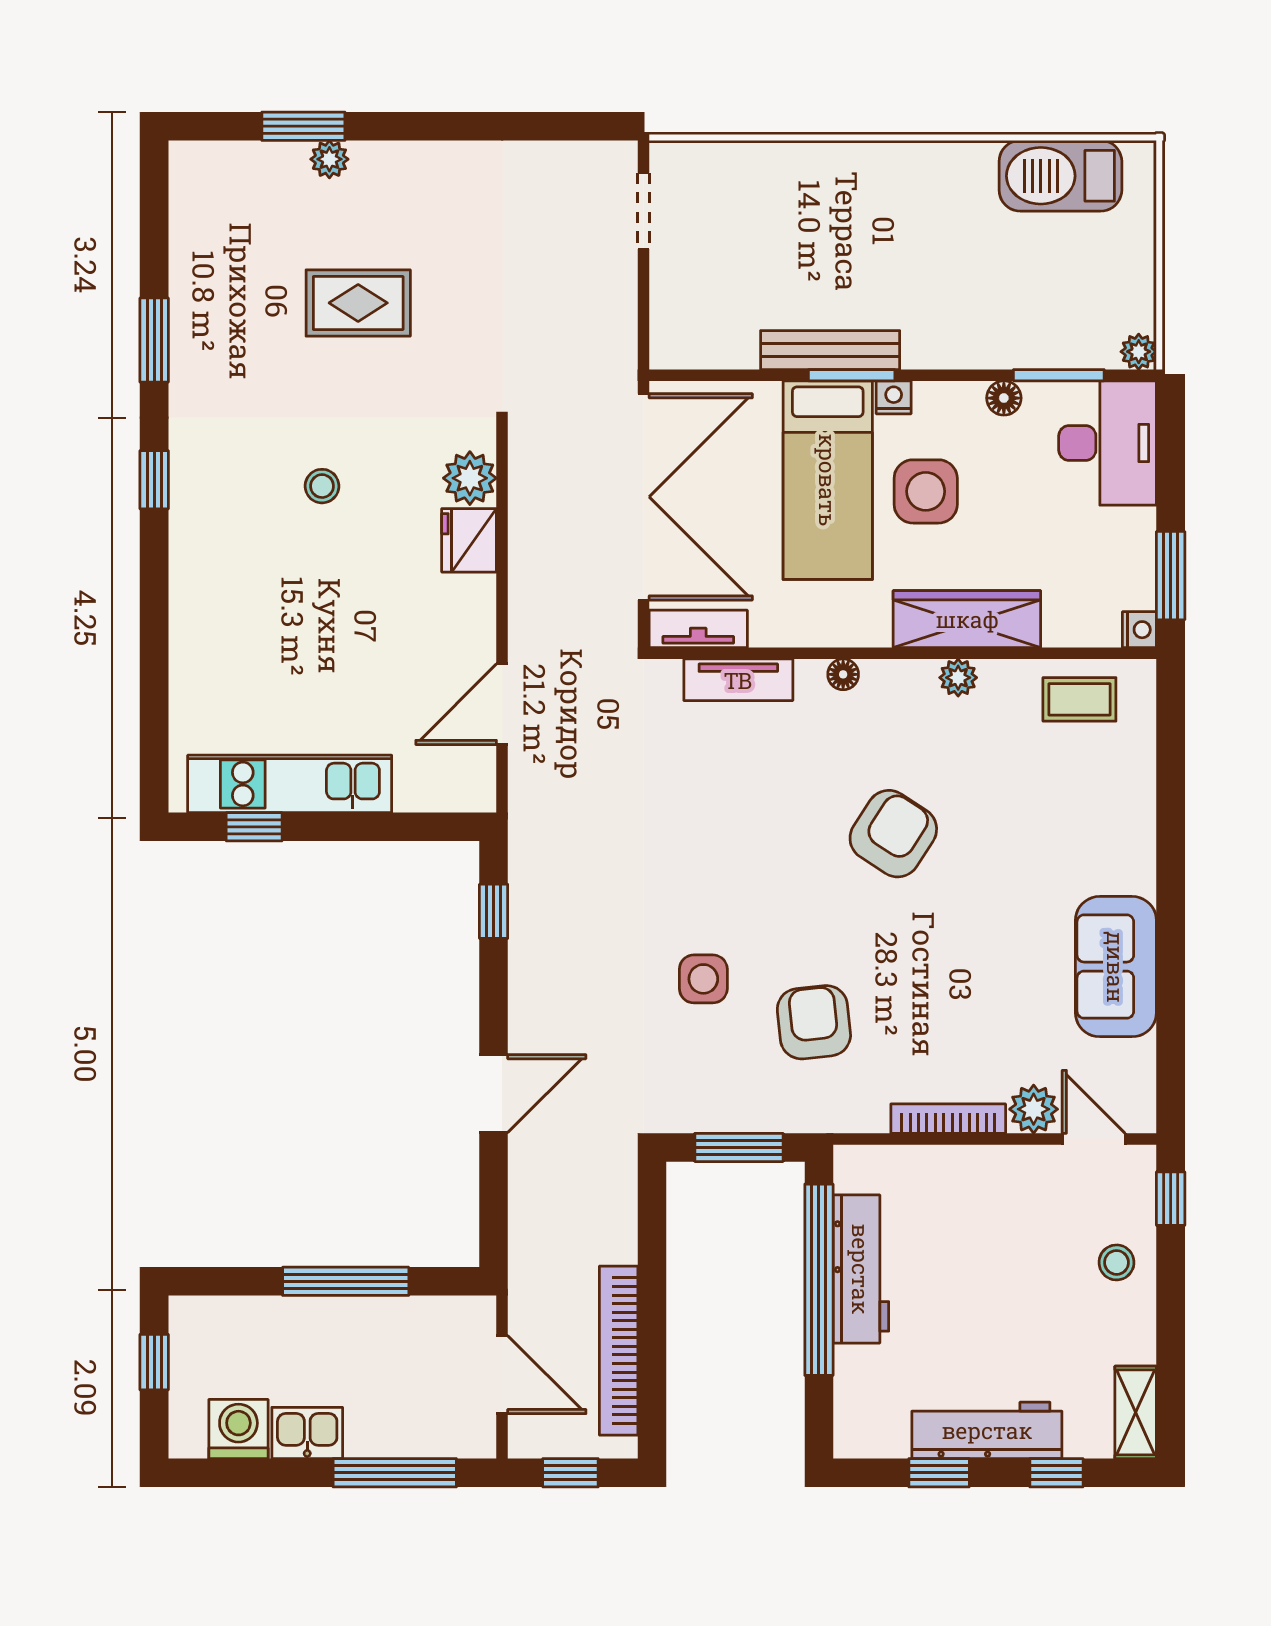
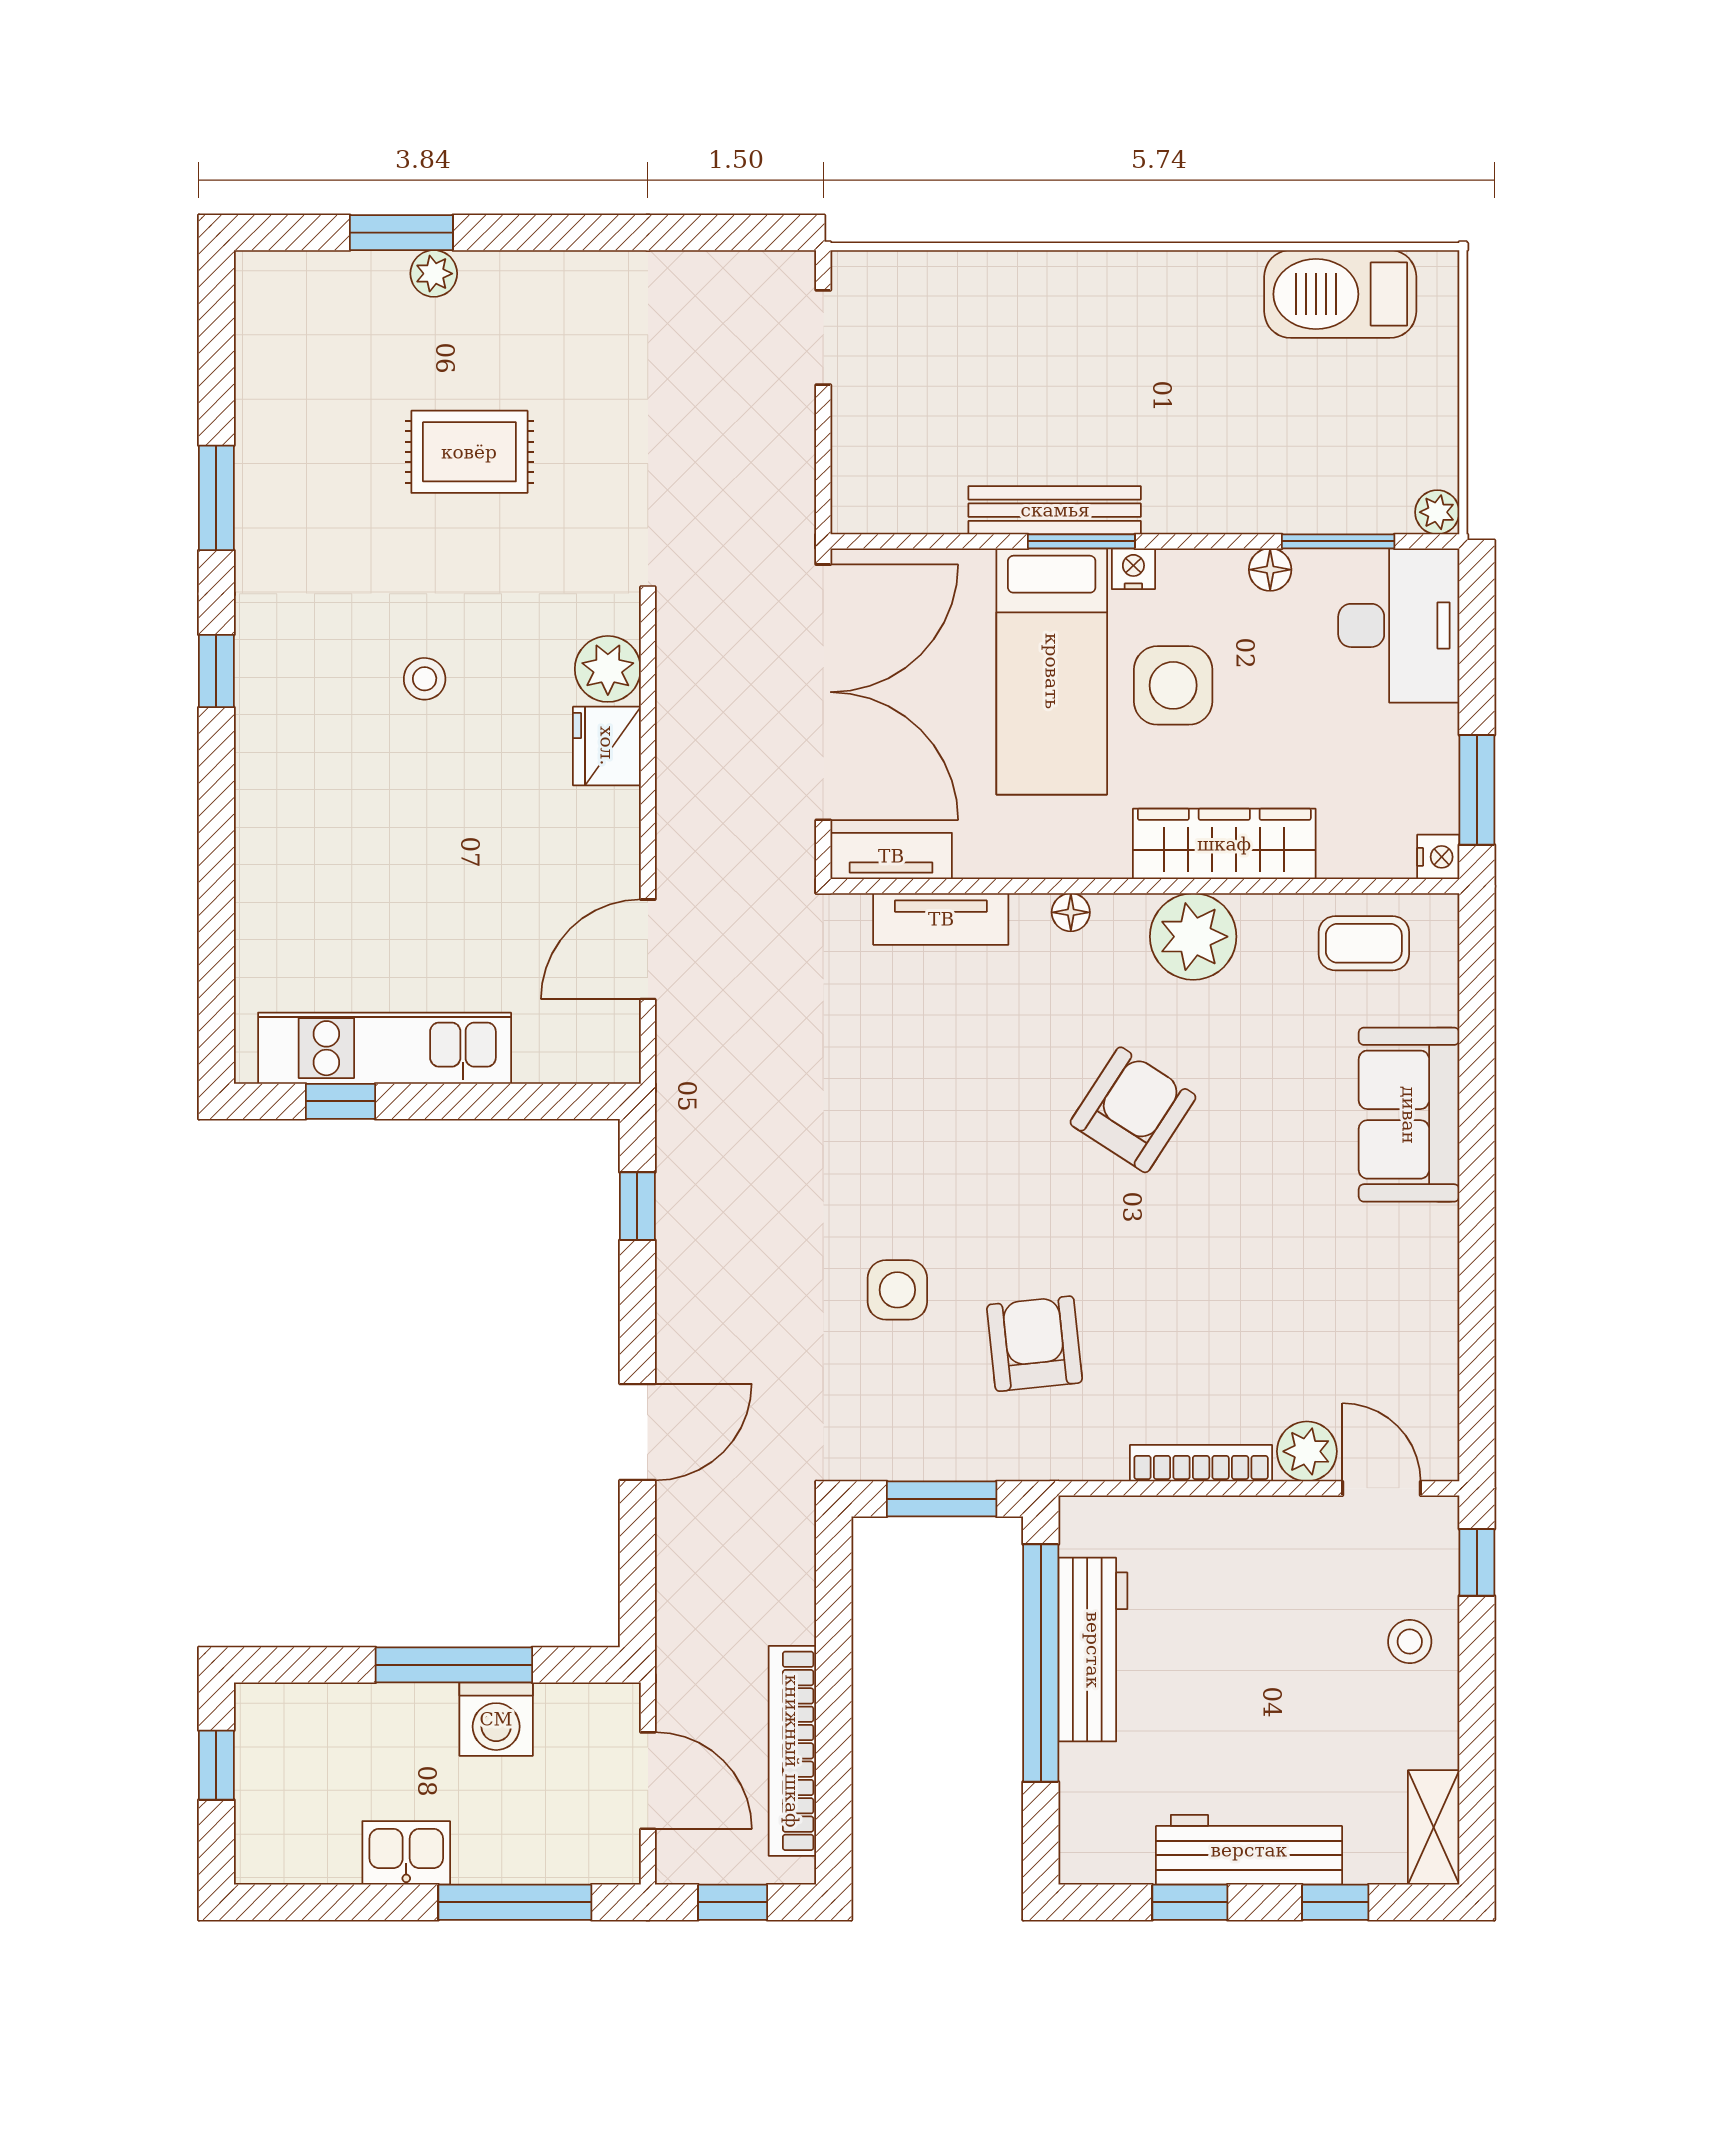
plant: (958, 678) -> (1193, 937), width x1.87, depth x1.87
sofa: (1116, 967) -> (1409, 1115), moved
washing machine: (238, 1429) -> (496, 1719), moved, turned 180

